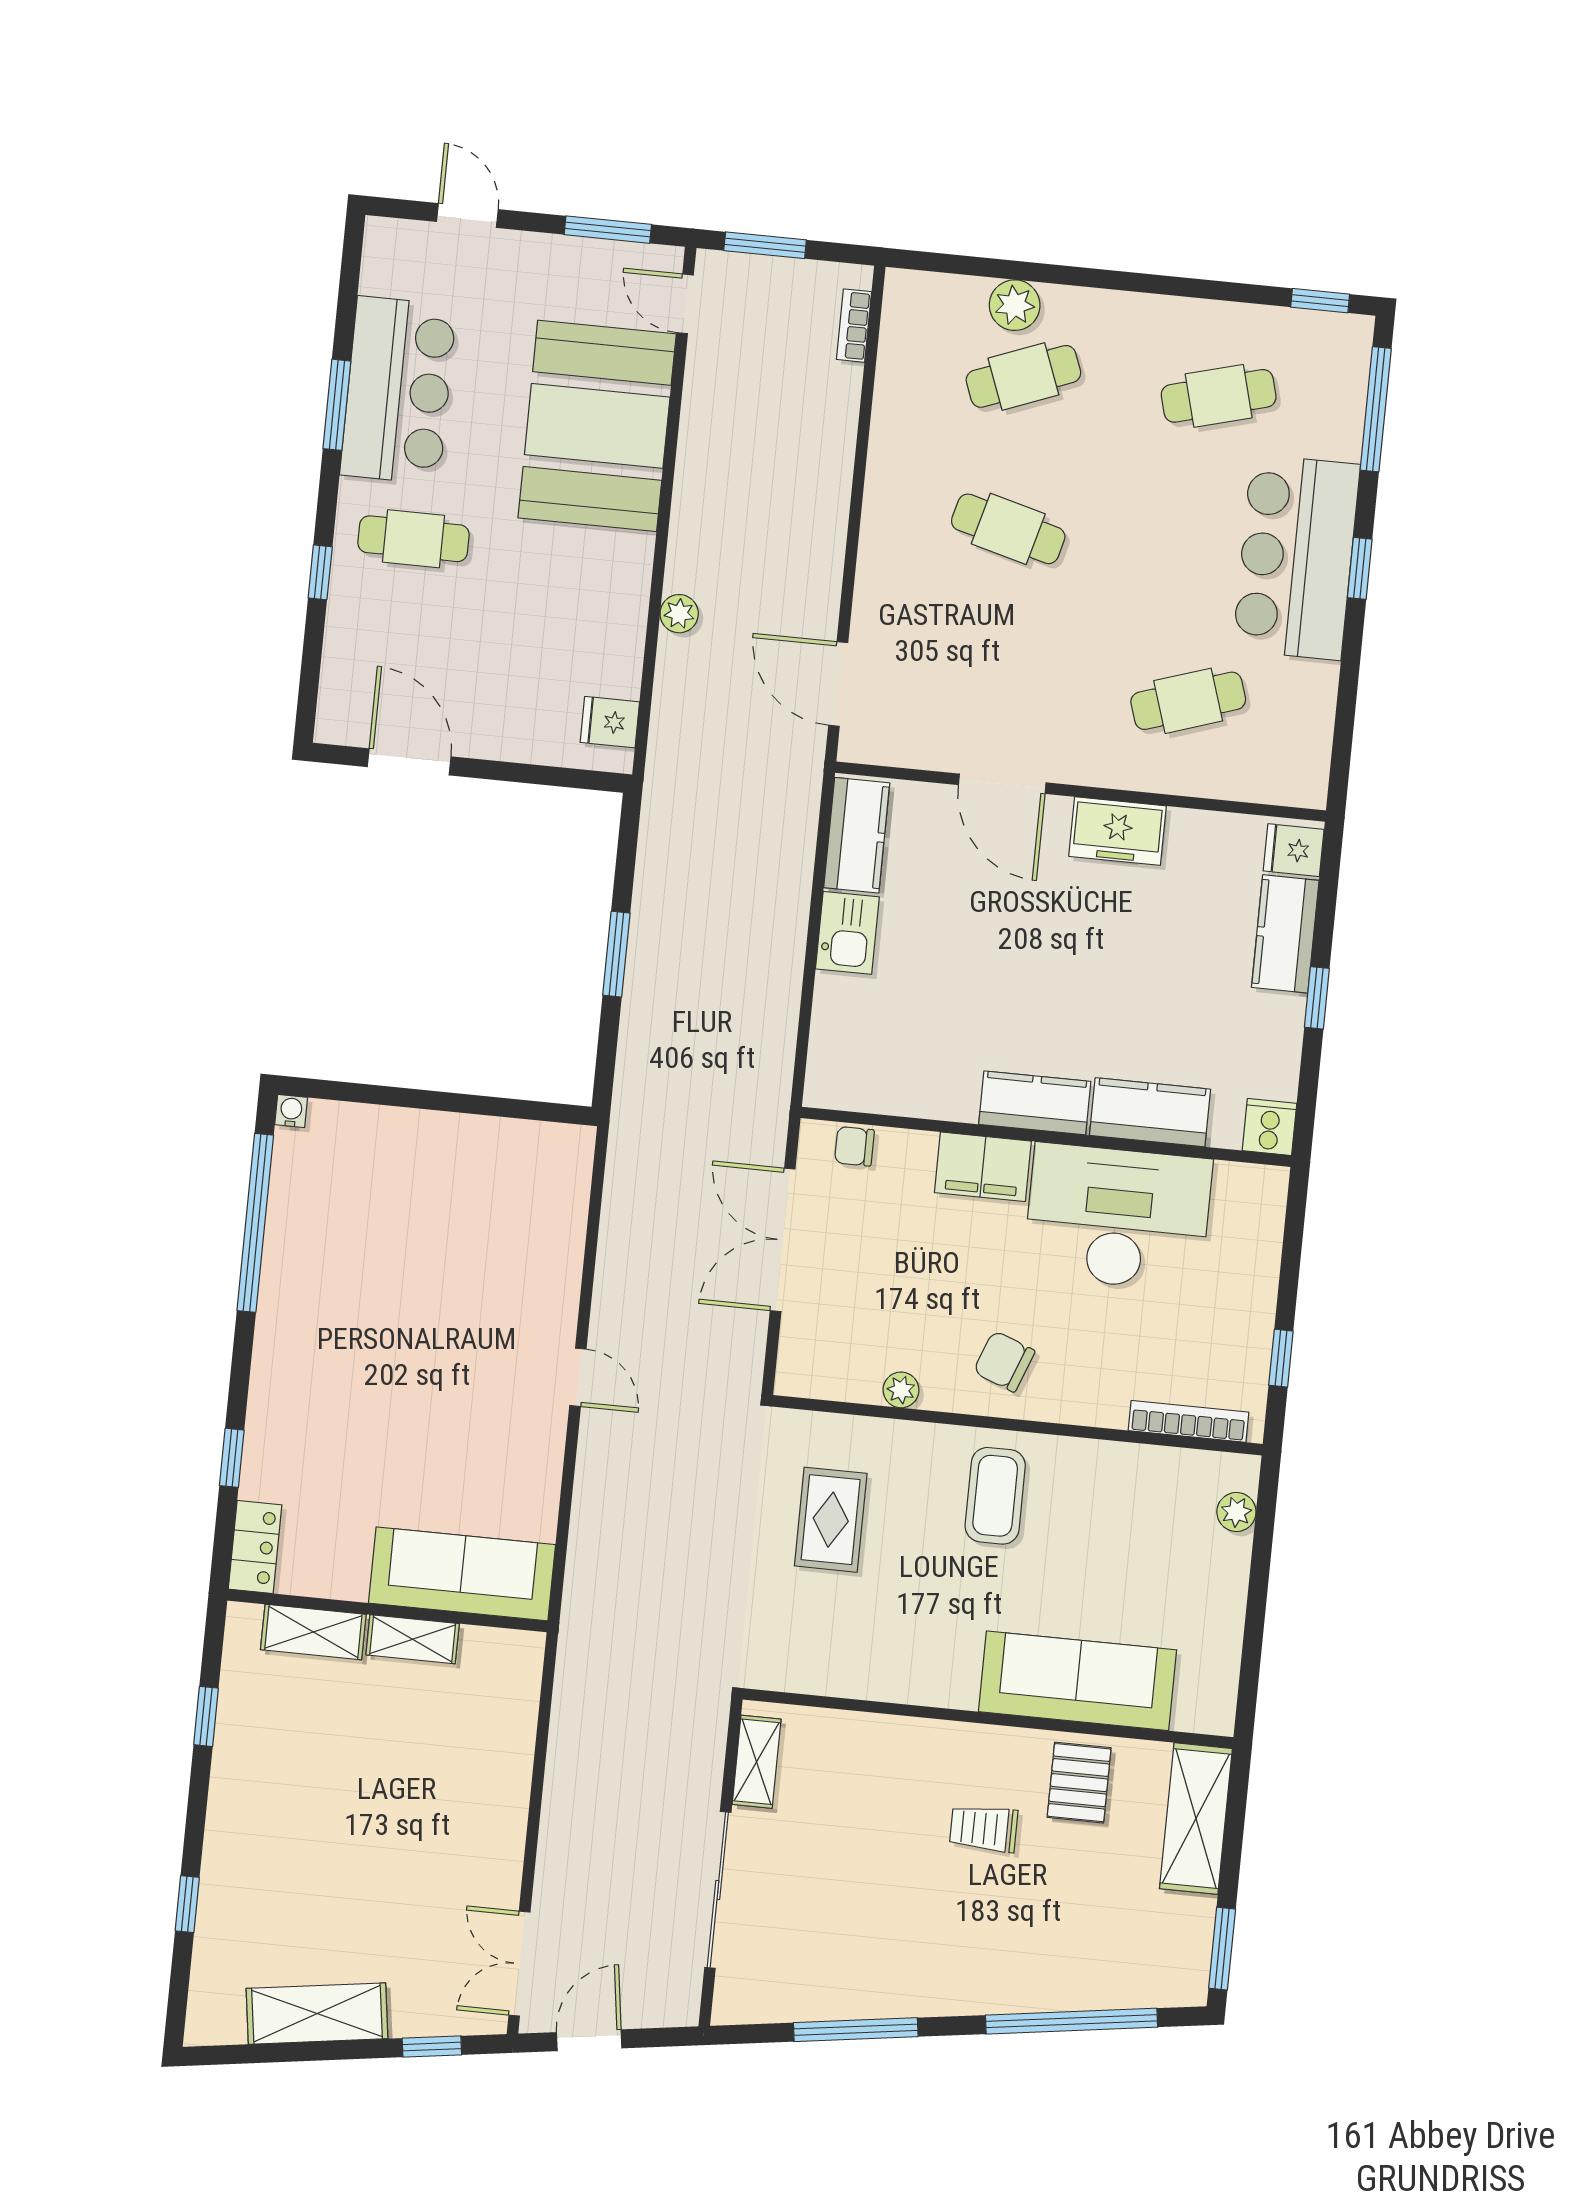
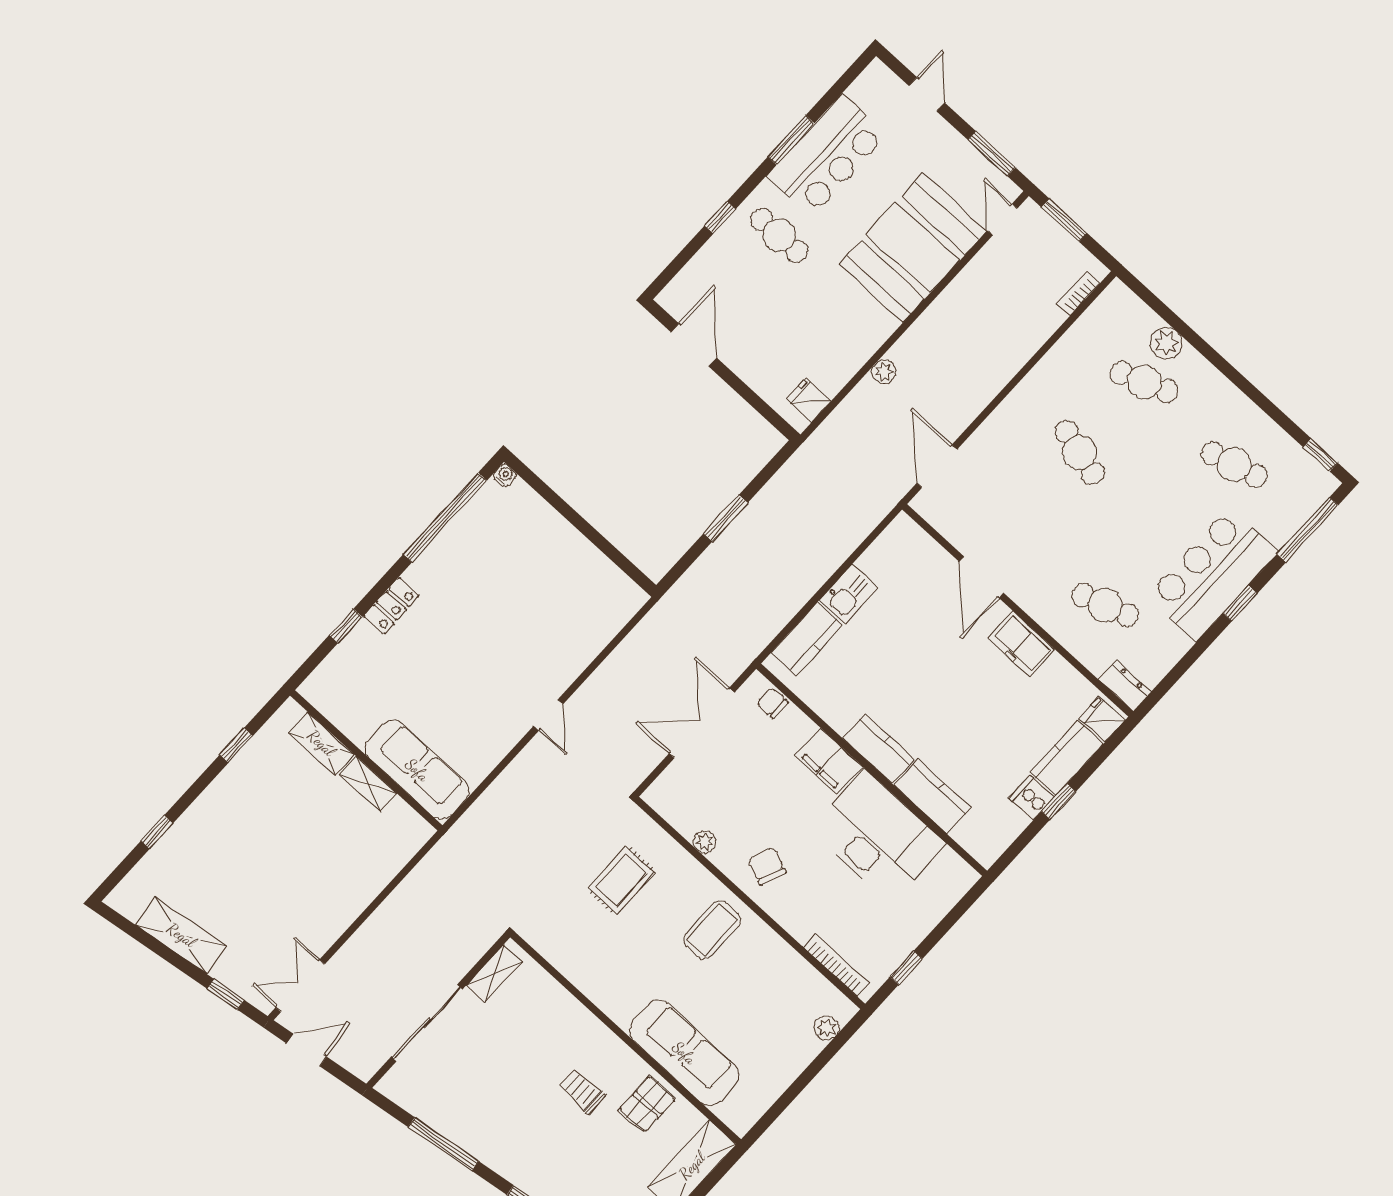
dresser: (1291, 786) -> (1125, 686), added
kitchen counter: (857, 835) -> (807, 639), moved
cooker: (1270, 1127) -> (1032, 798), moved, turned -90
locker: (255, 1547) -> (391, 606), moved

